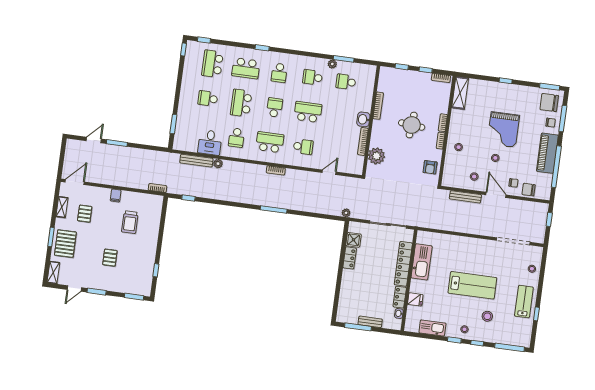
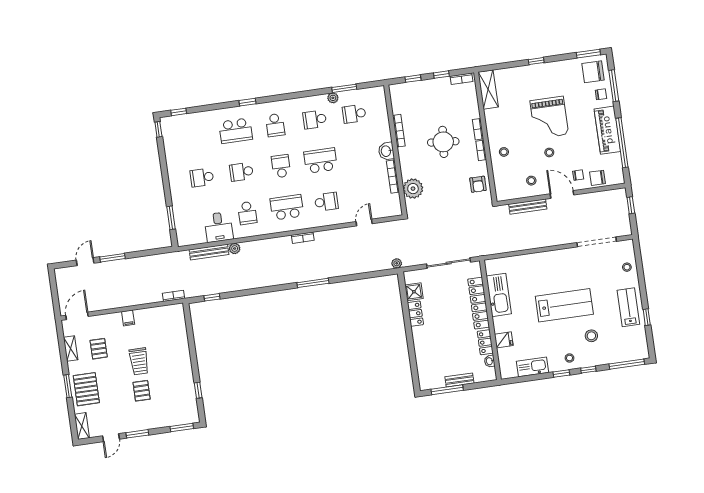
school desk: (212, 64) -> (196, 136), removed
school desk: (241, 103) -> (241, 172), width x0.54
trolley: (130, 222) -> (139, 361), moved

